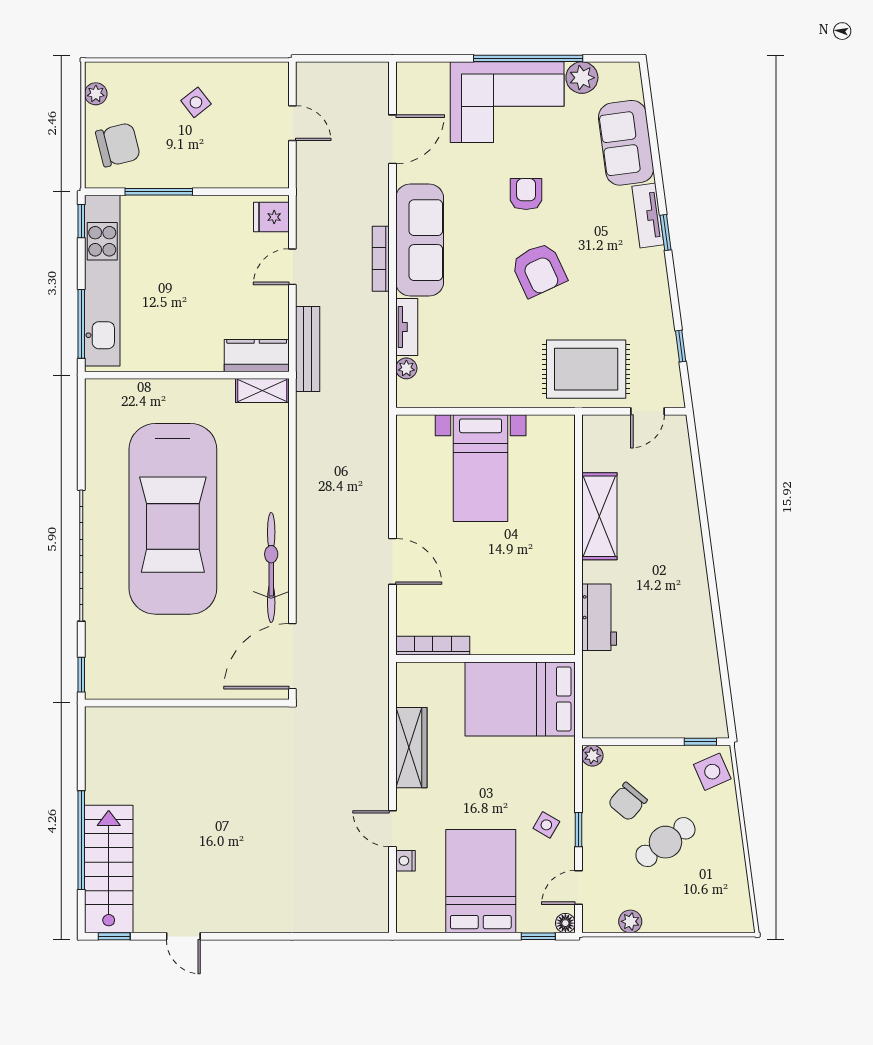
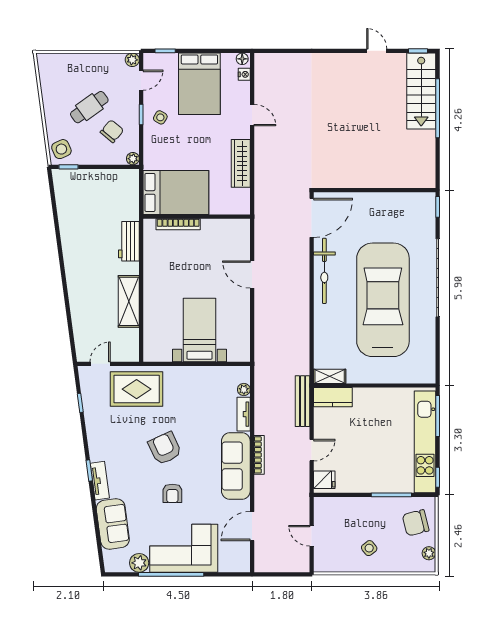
bookcase: (433, 646) -> (178, 224), moved
nightstand: (405, 861) -> (244, 74), moved
plant: (630, 921) -> (132, 60), moved
floor lamp: (565, 923) -> (242, 59), moved

